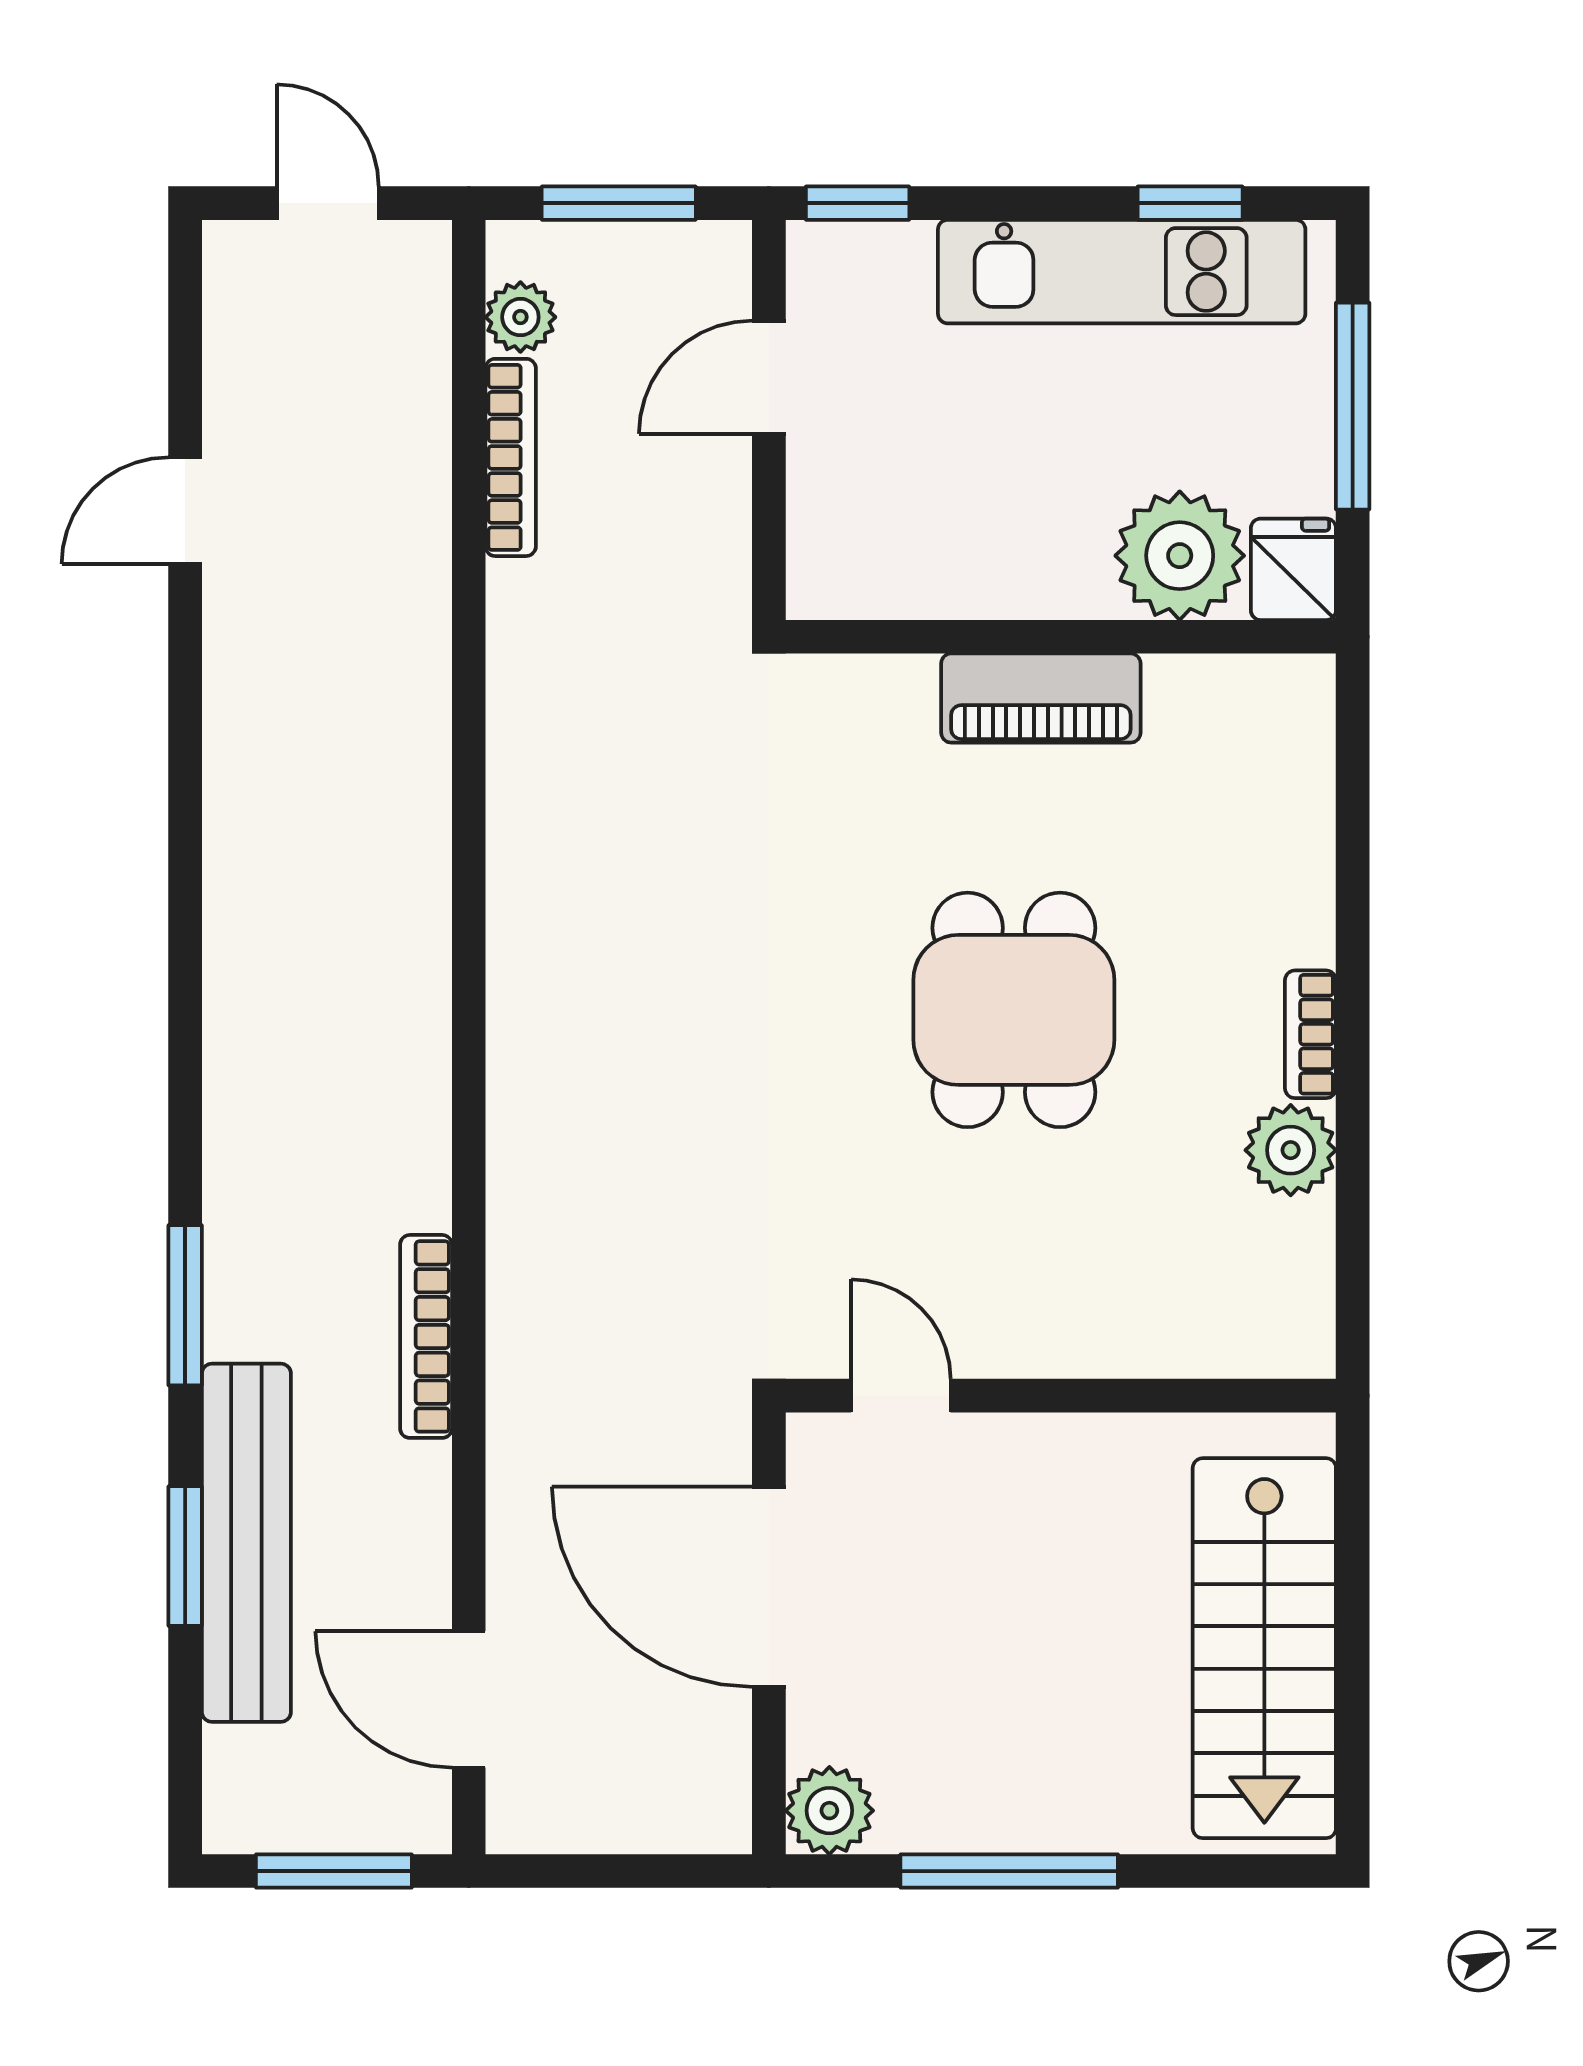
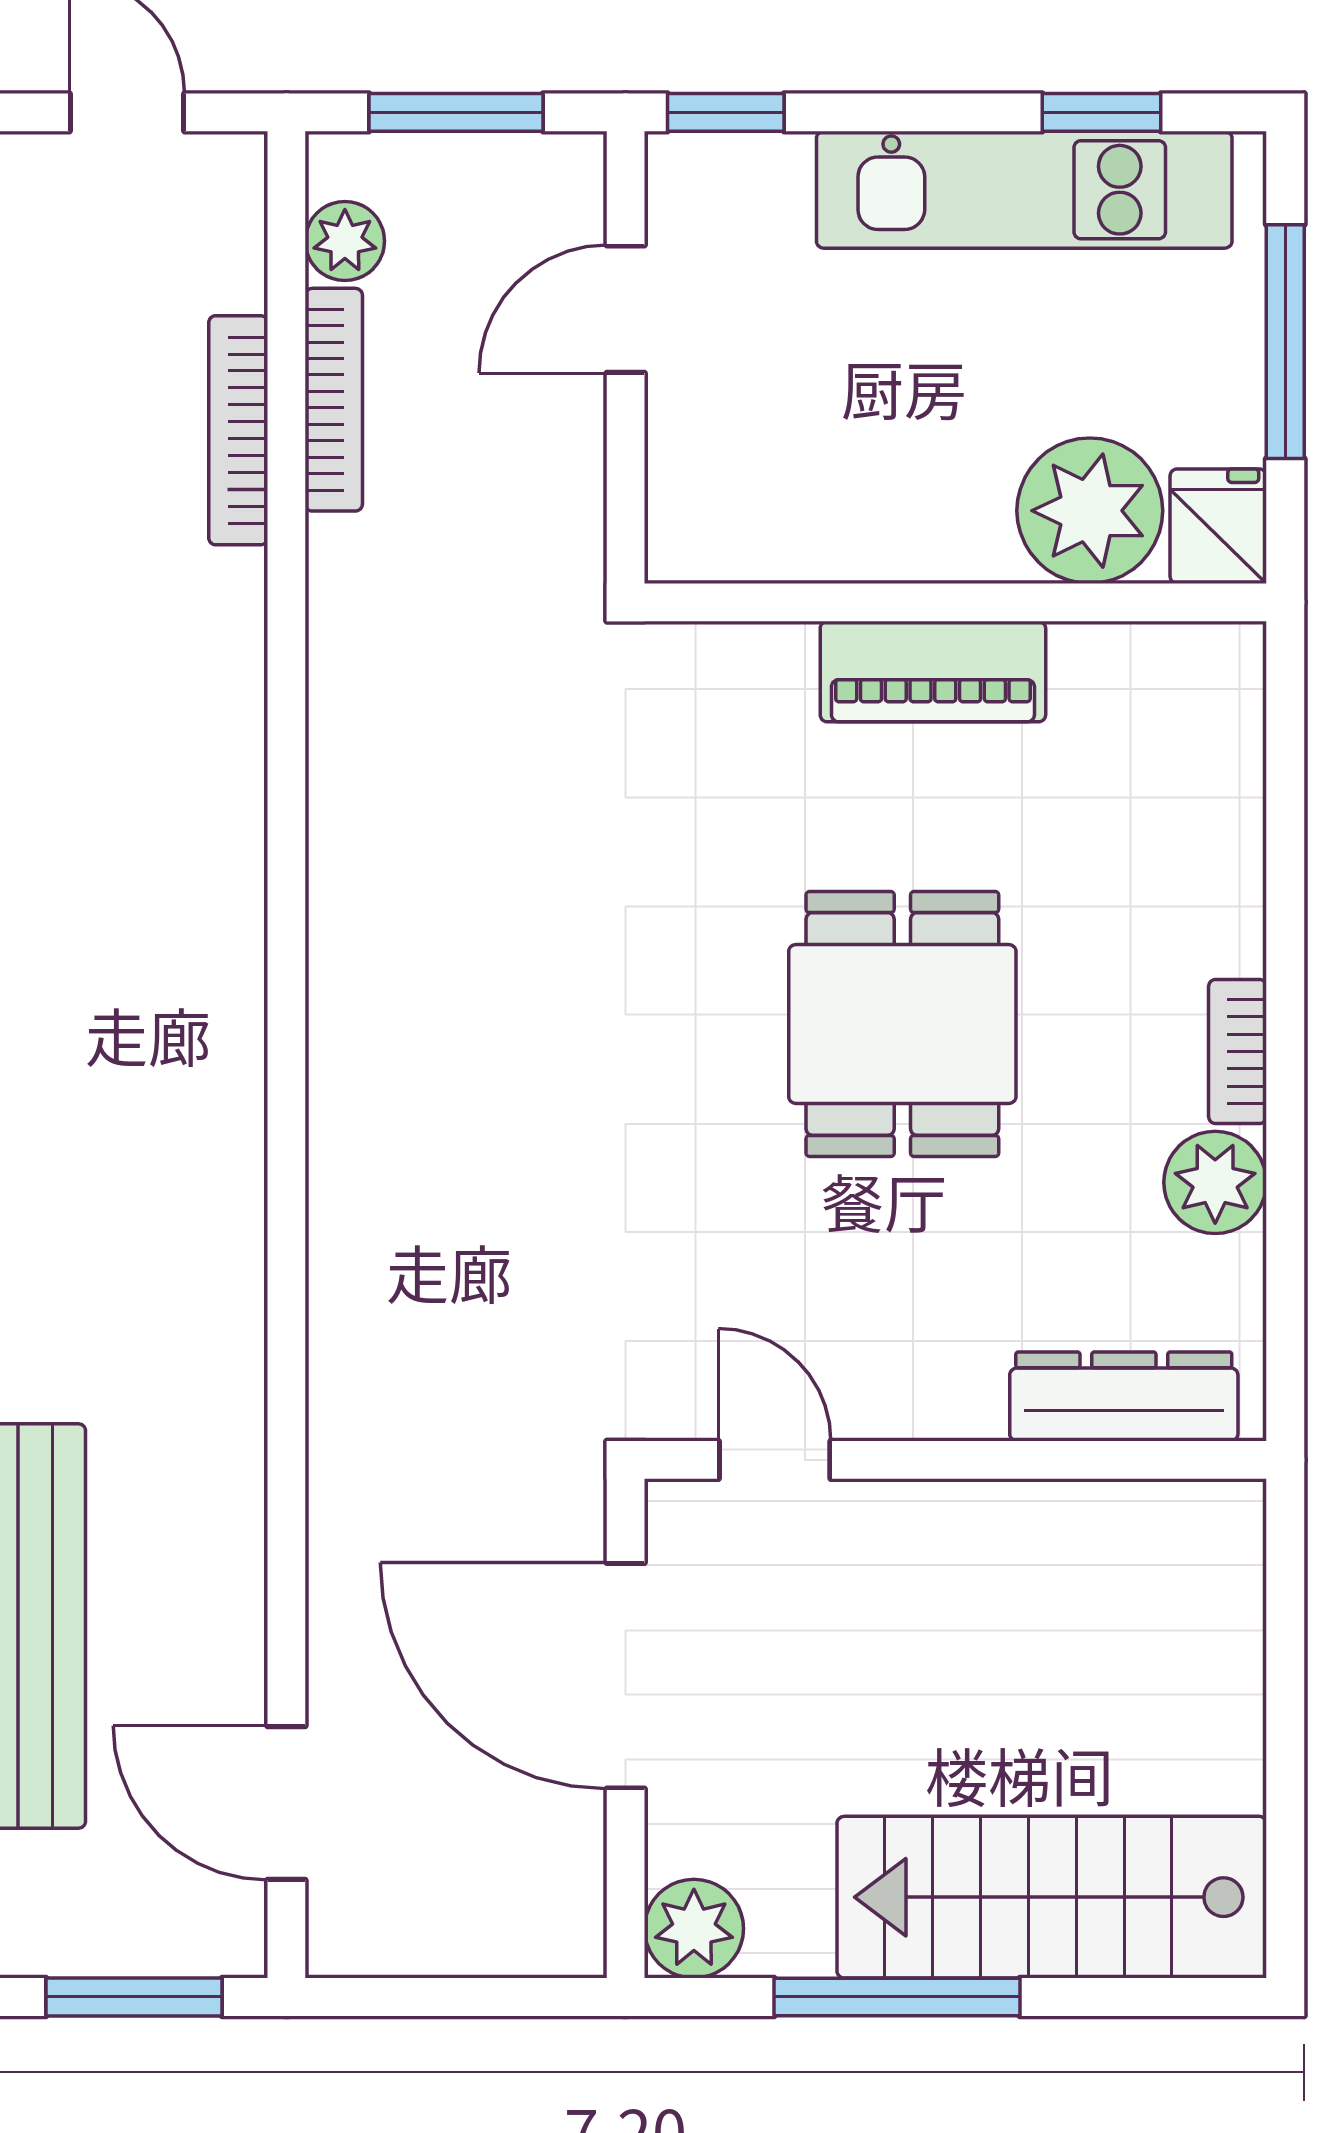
bookcase: (426, 1336) -> (238, 430), moved
dresser: (1210, 1340) -> (1124, 1396), added
stairs: (1264, 1648) -> (1052, 1897), moved, turned 90

